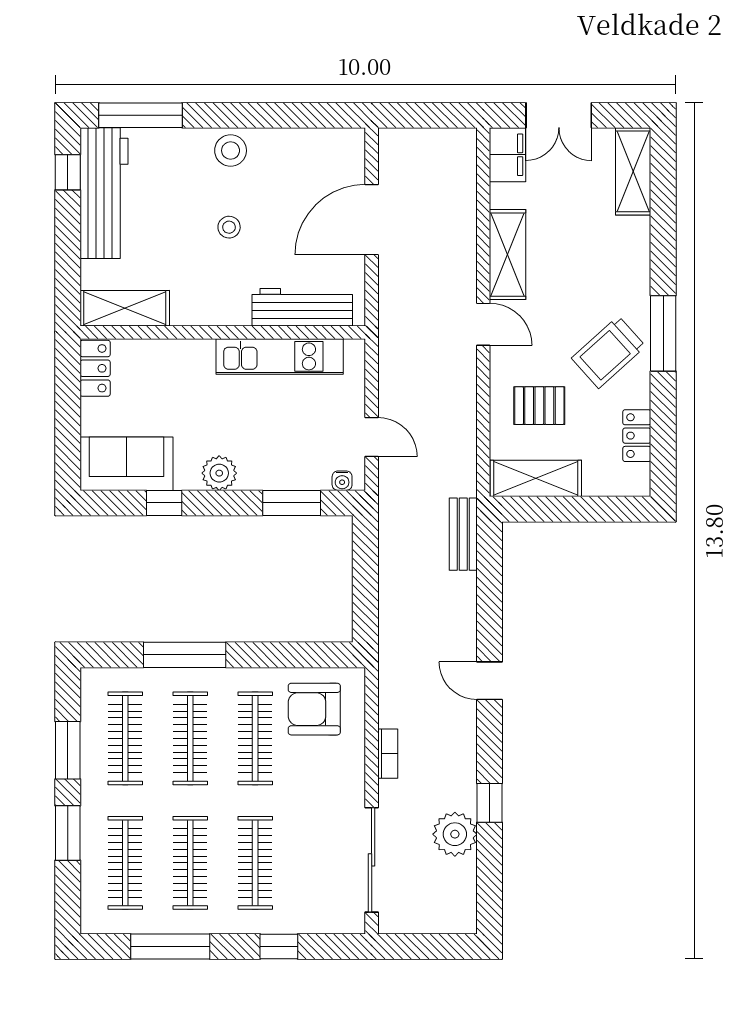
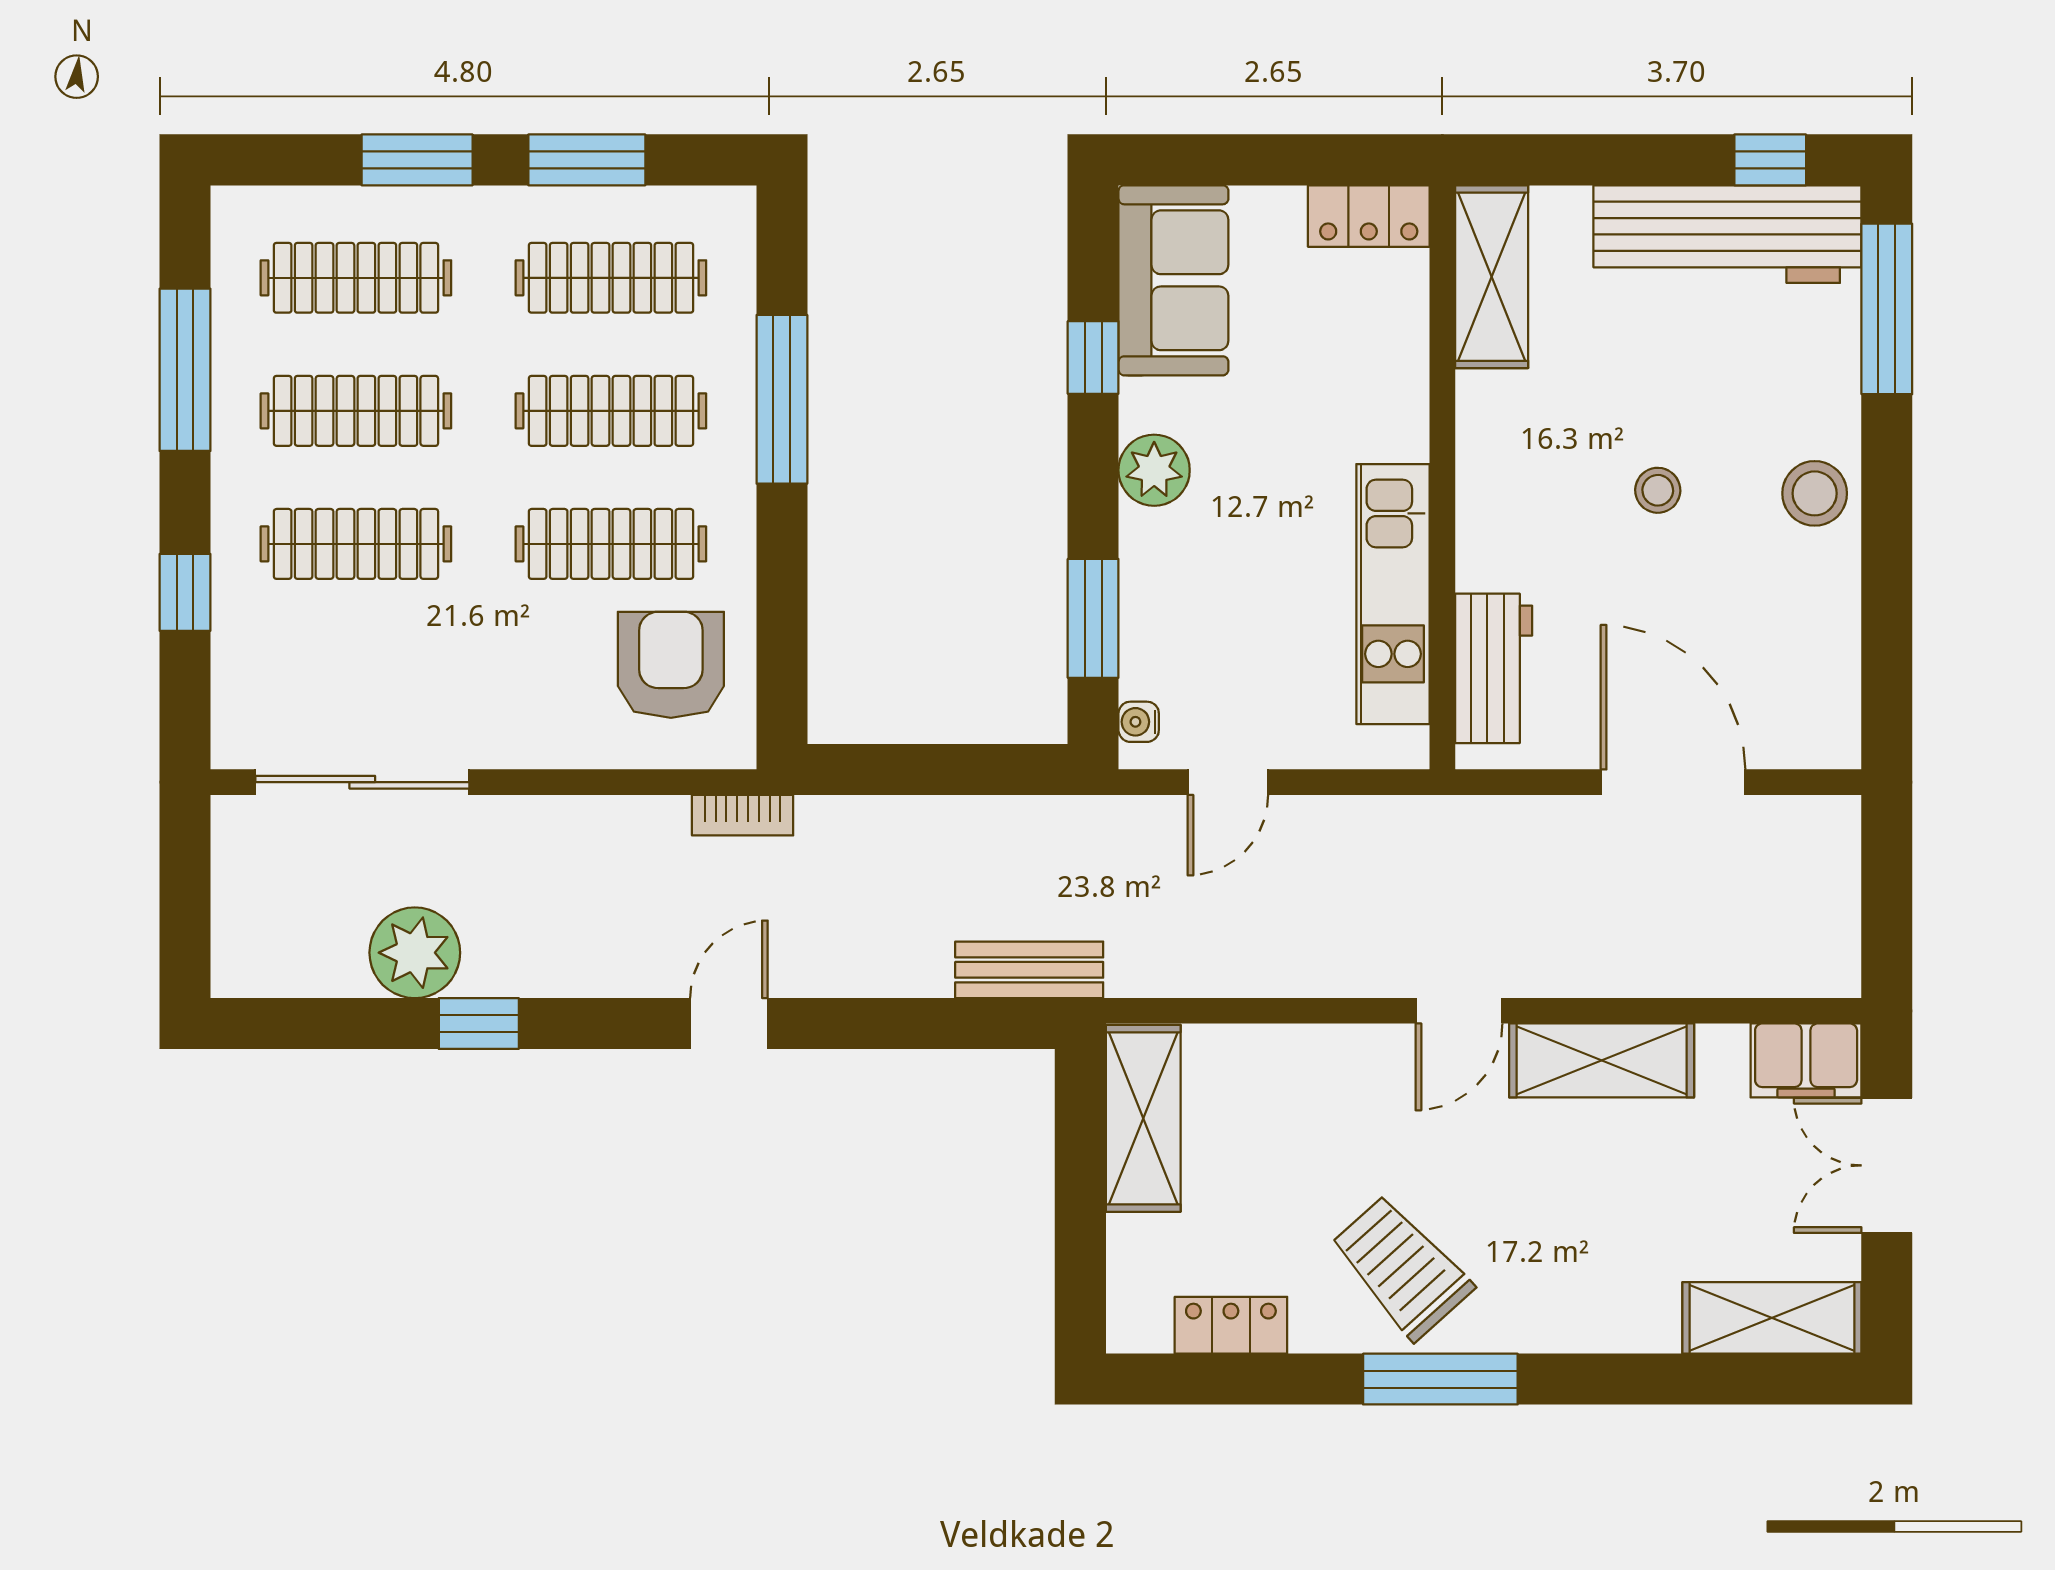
workbench: (302, 307) -> (1494, 668), width x0.73
pallet: (539, 406) -> (1292, 1126), removed
bookcase: (388, 754) -> (743, 815), moved

